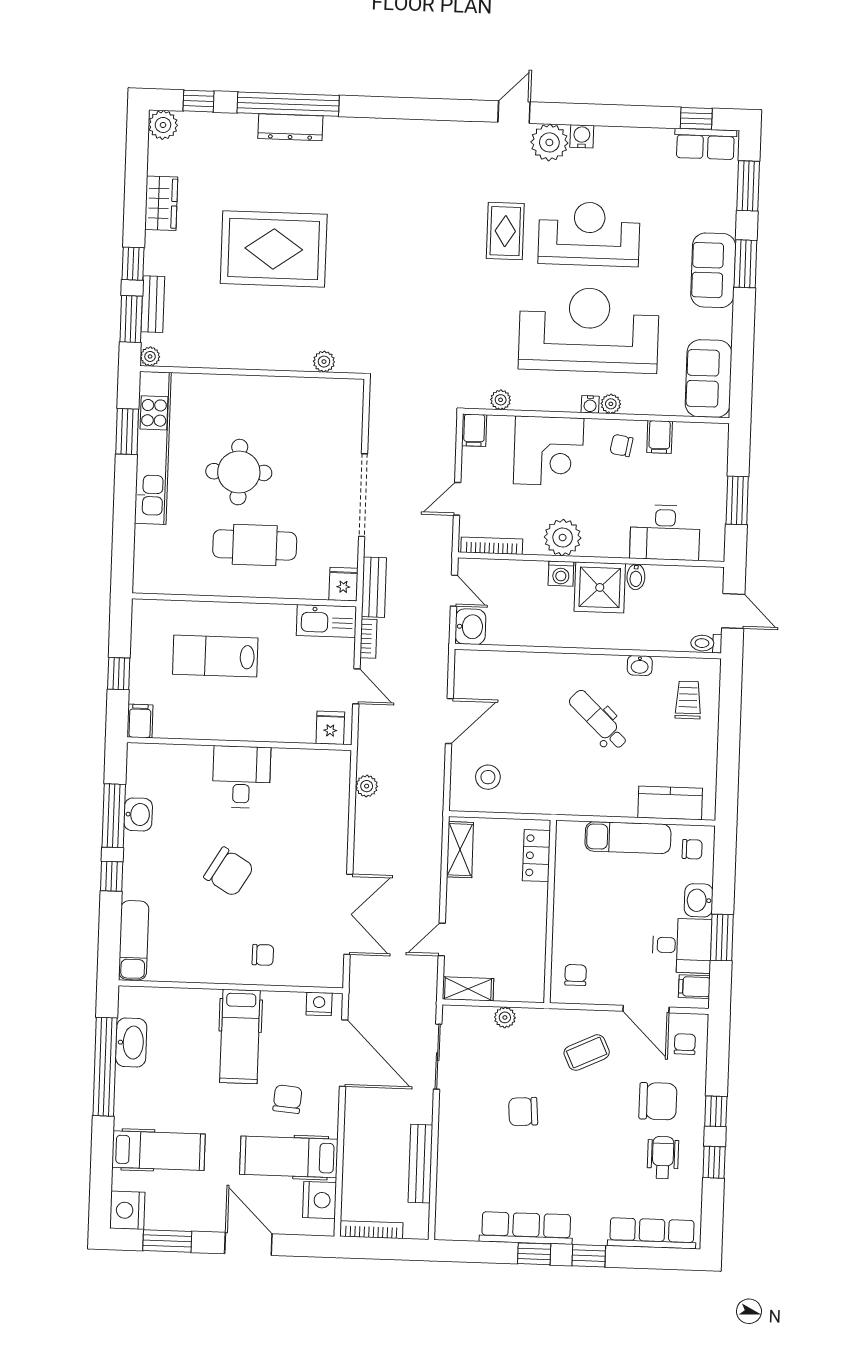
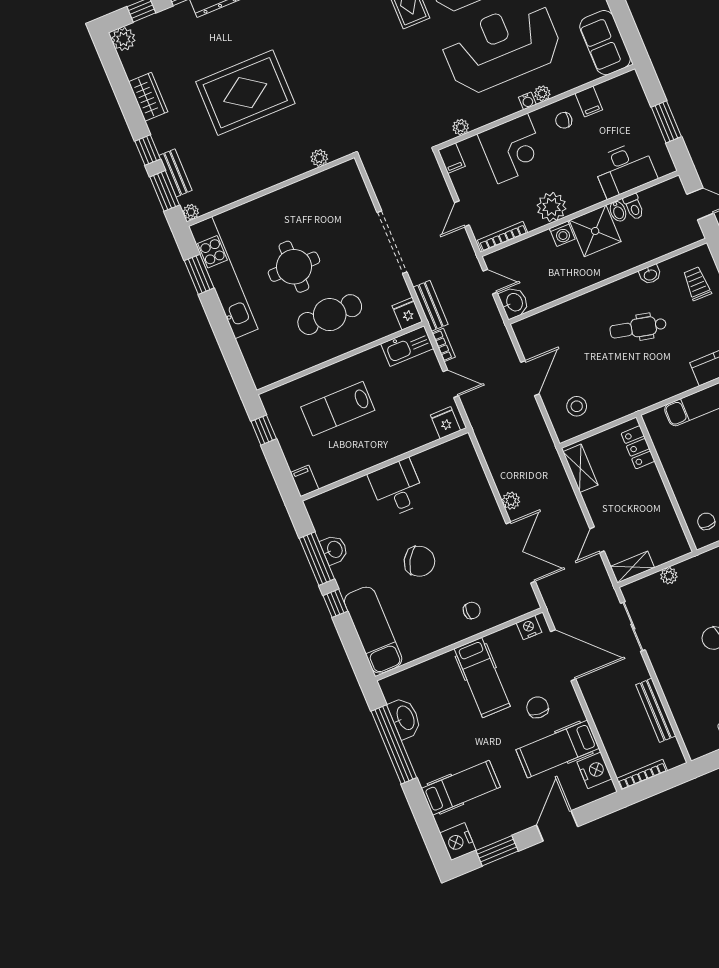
toilet: (706, 643) -> (634, 207), moved, turned -90
window: (119, 674) -> (264, 430), moved
dental chair: (598, 720) -> (638, 328), turned -31
plant: (367, 786) -> (511, 501), moved
exam couch: (134, 940) -> (373, 630), width x1.36, depth x1.45
door: (248, 1244) -> (557, 826), hinge flipped

